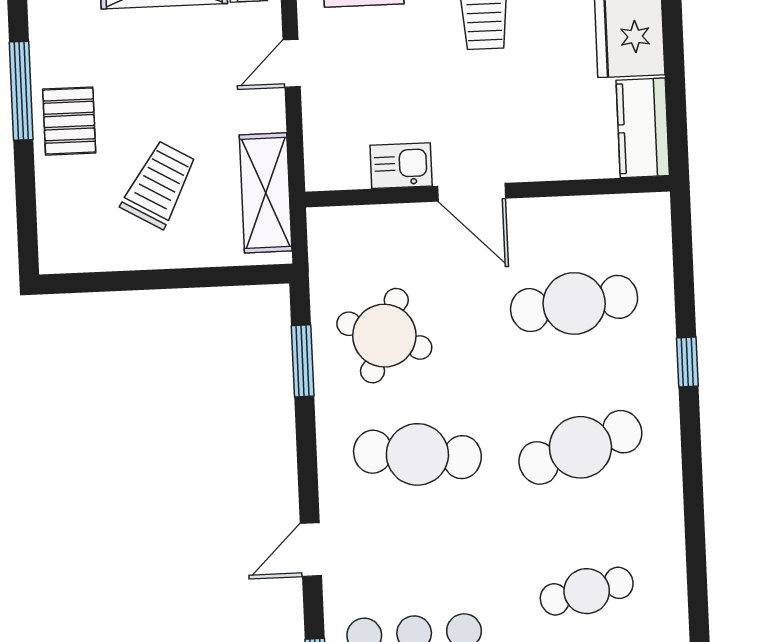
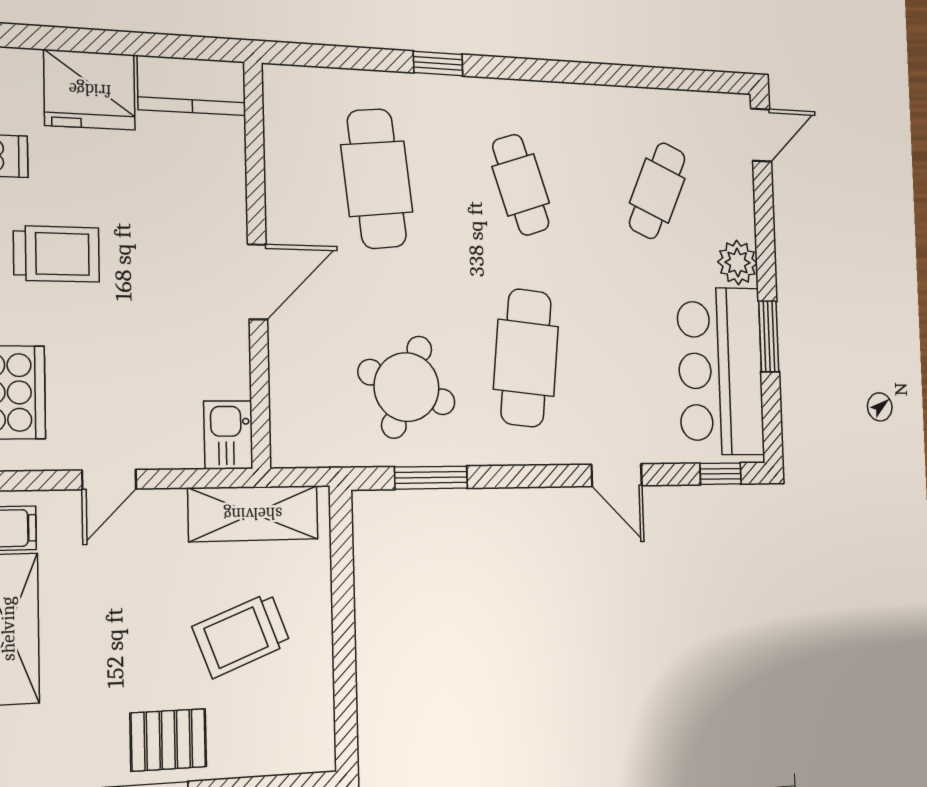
door: (292, 63) -> (109, 480), hinge flipped
kitchen sink: (401, 166) -> (228, 435), moved
trolley: (159, 185) -> (242, 635), turned -51
cafe table: (580, 447) -> (521, 185), width x0.73, depth x0.74
cafe table: (587, 591) -> (657, 191), turned 36

